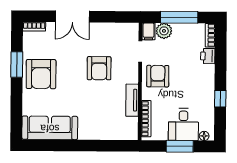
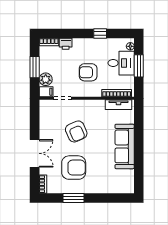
window: (179, 17) -> (35, 67), width x0.69
armchair: (99, 68) -> (76, 131), turned 66
armchair: (41, 74) -> (74, 168), moved
armchair: (158, 76) -> (88, 72), moved
tv unit: (132, 100) -> (118, 105), moved
sofa: (50, 128) -> (125, 146), moved

